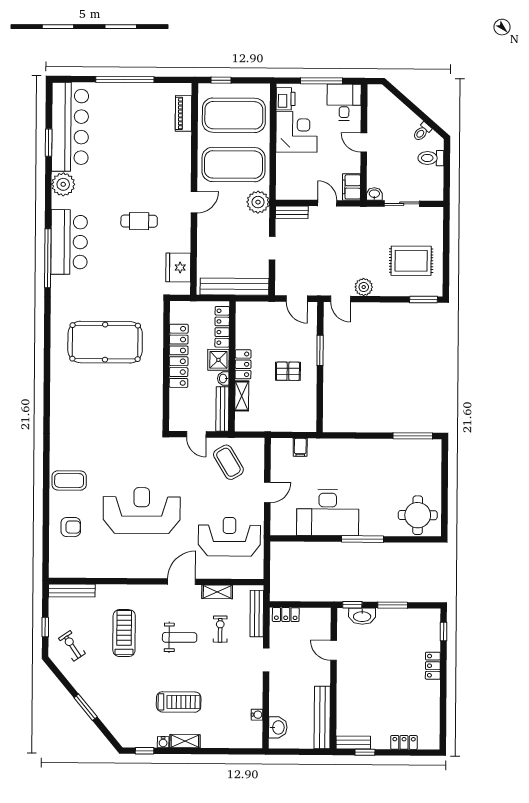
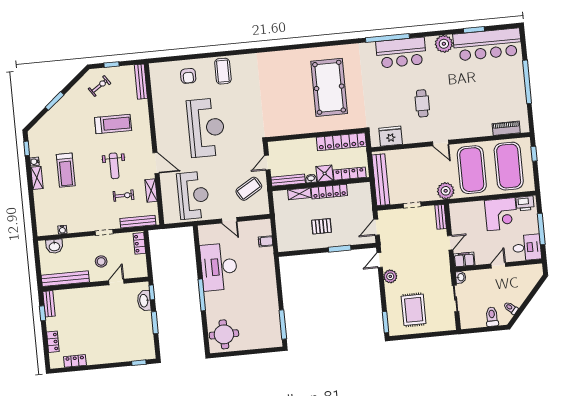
locker: (179, 356) -> (341, 142), moved
locker: (243, 364) -> (329, 192), width x1.53
pallet: (288, 371) -> (321, 226), turned 90
locker: (433, 666) -> (75, 361), moved
stool: (304, 668) -> (101, 261), added

